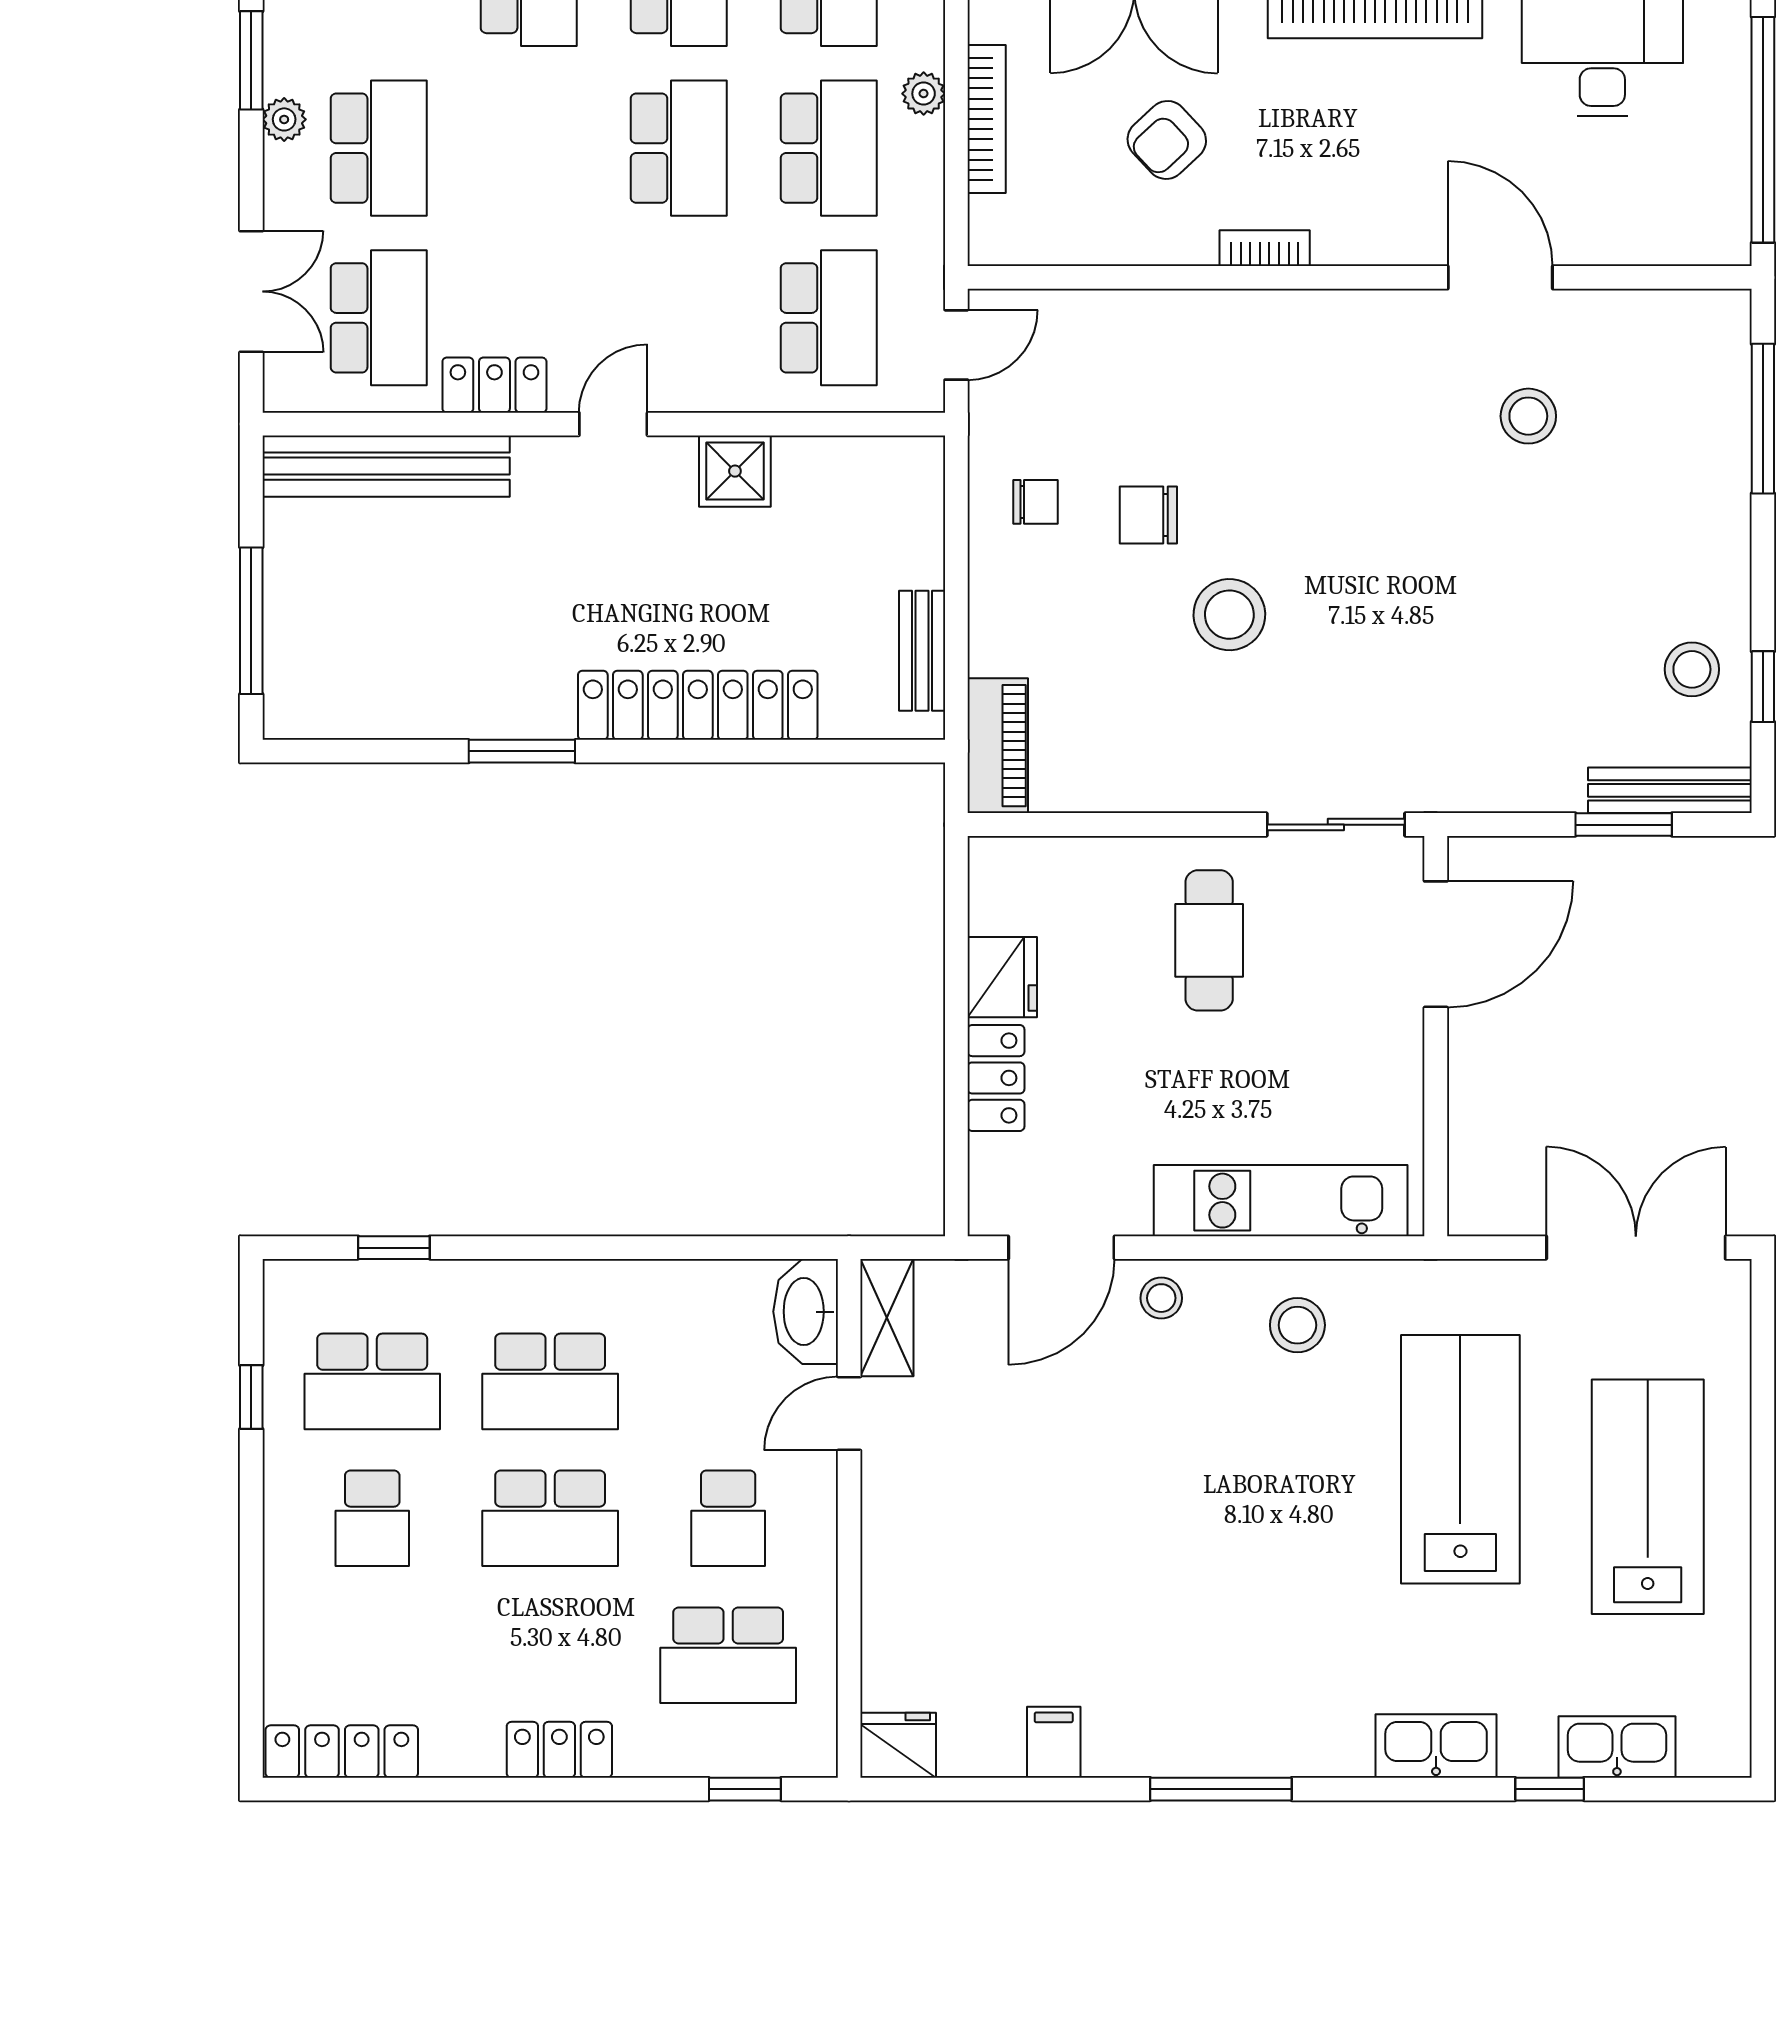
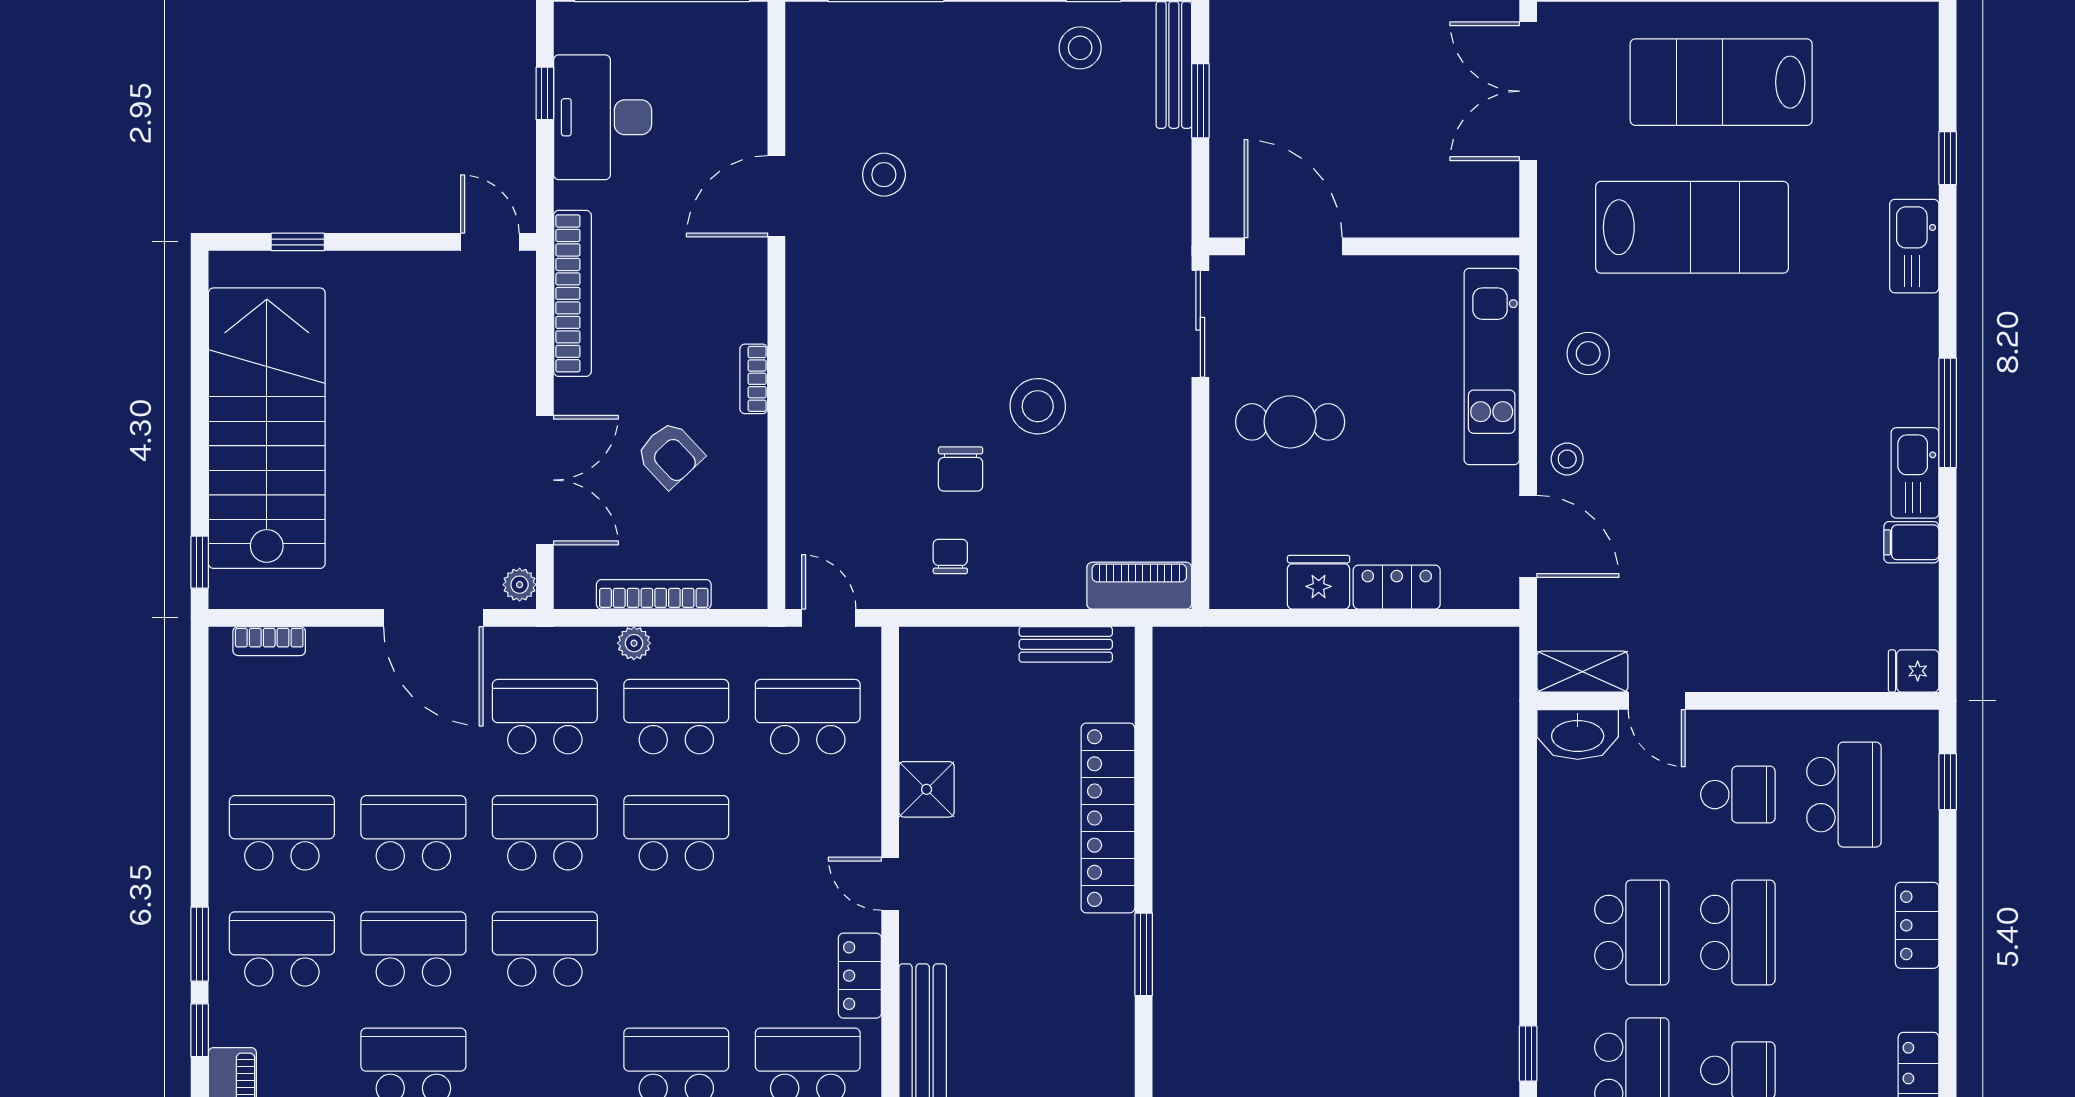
lab bench: (1460, 1459) -> (1692, 227), turned 180
fridge: (898, 1745) -> (1914, 671), width x0.72
kitchen sink: (1617, 1747) -> (1915, 473), moved

